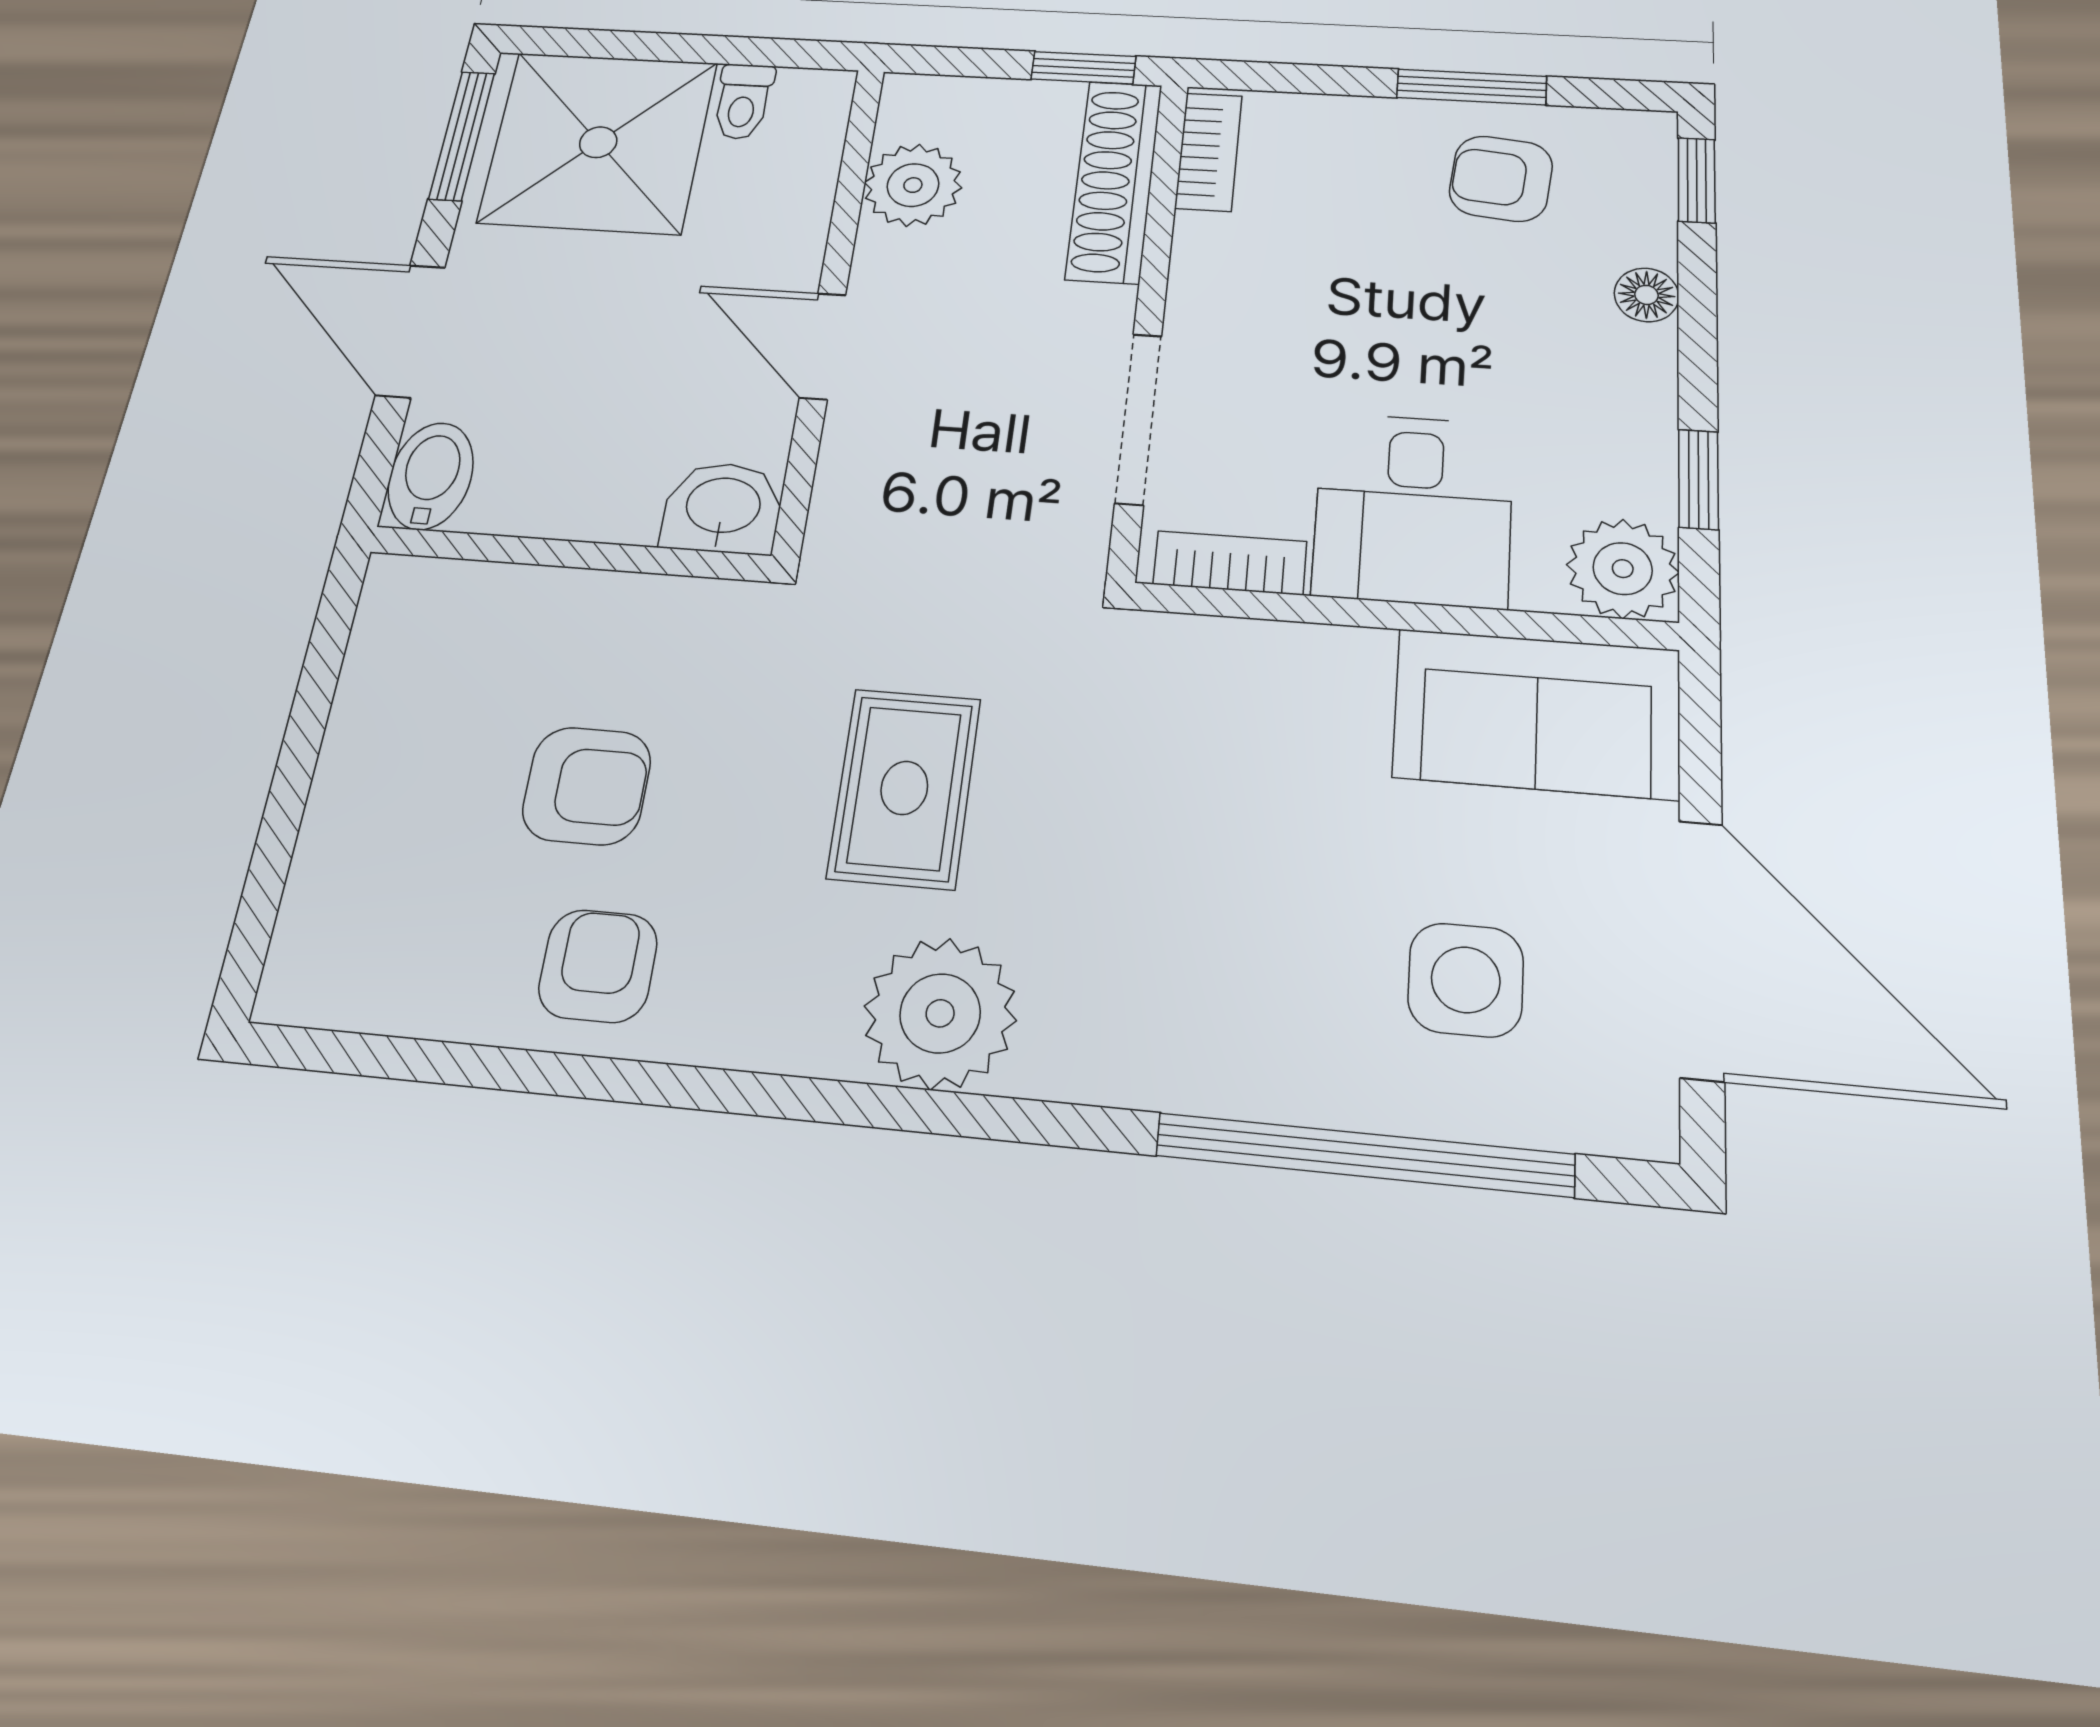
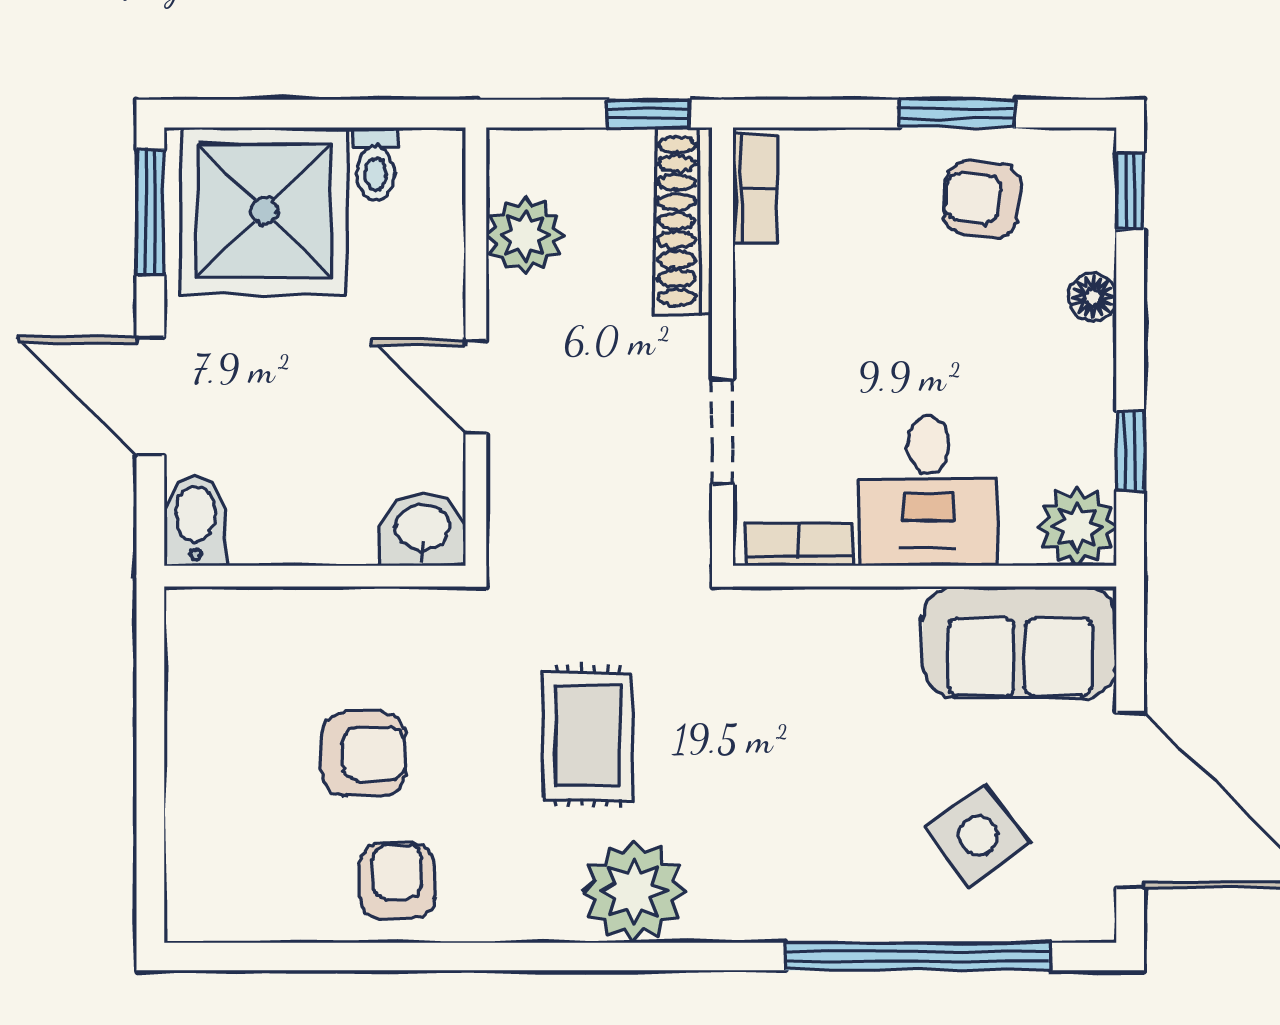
doorway: (1138, 419) -> (722, 431), width x0.73
side table: (1466, 980) -> (978, 836), turned -37

